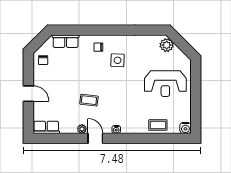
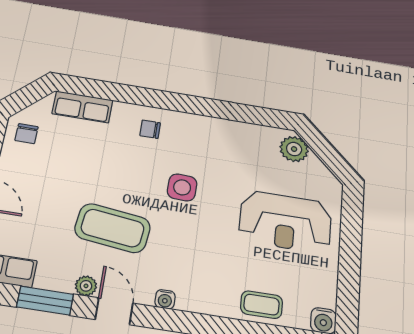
side table: (118, 60) -> (182, 187), moved
coffee table: (89, 100) -> (113, 228), width x1.86, depth x1.72
window: (66, 138) -> (45, 301), added

